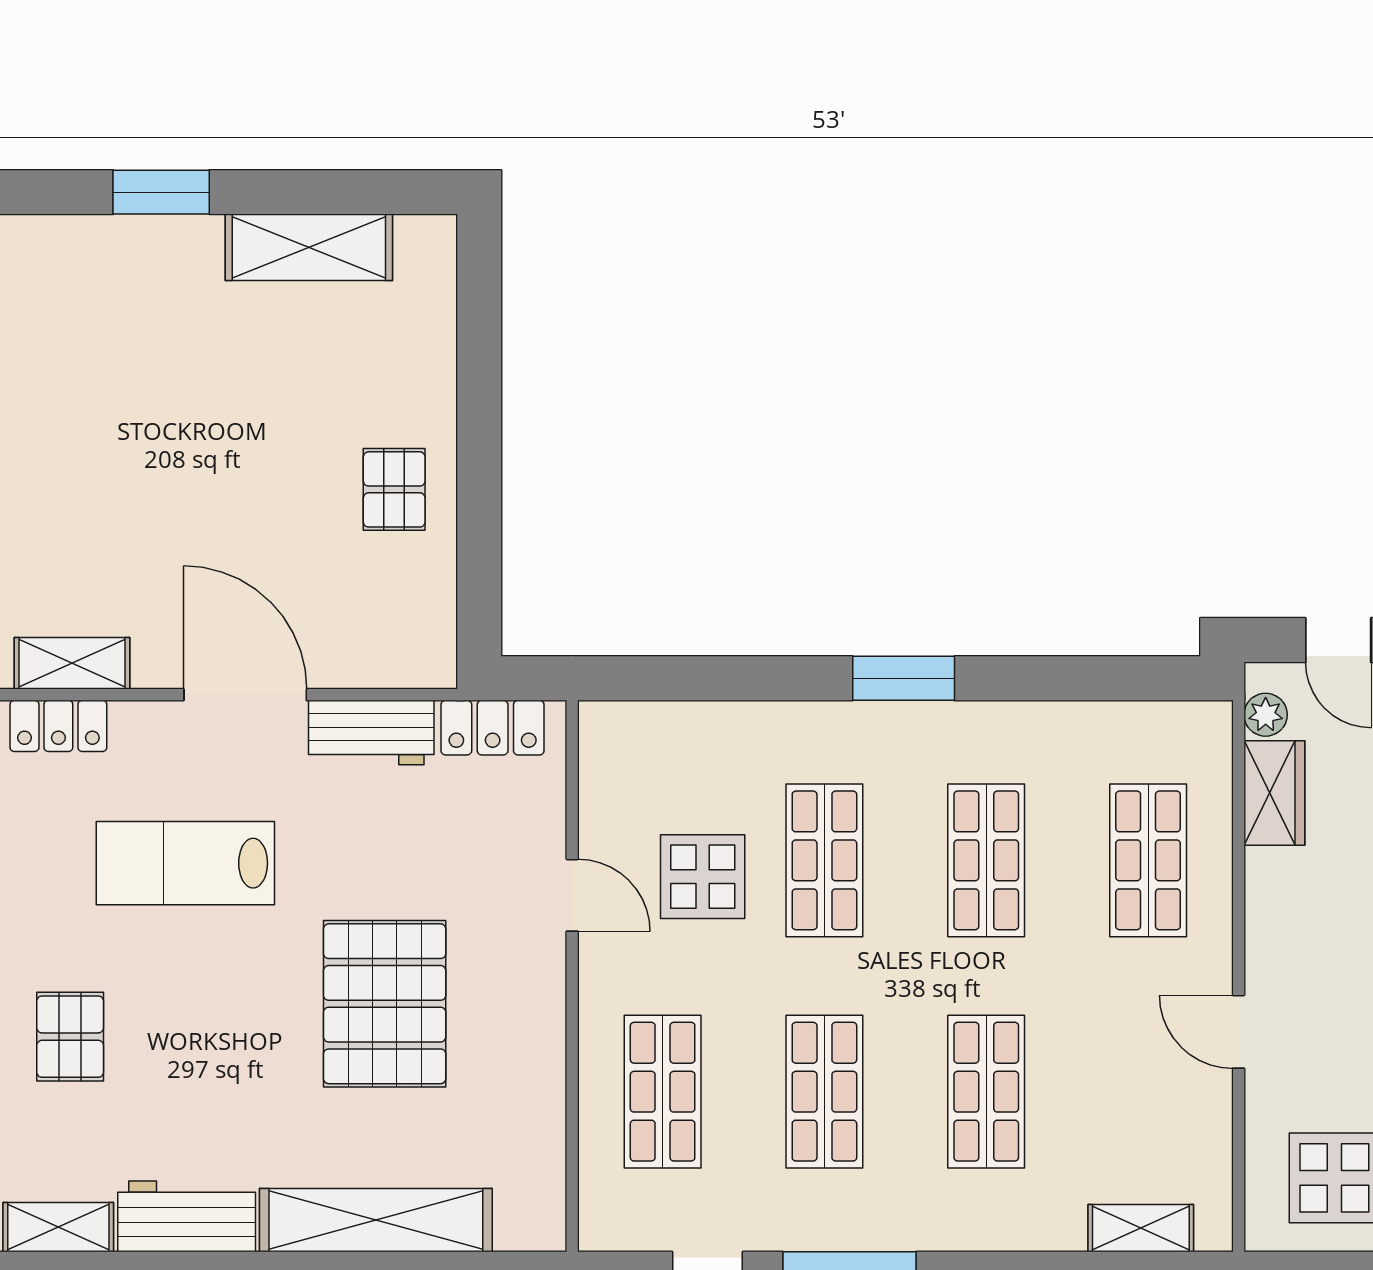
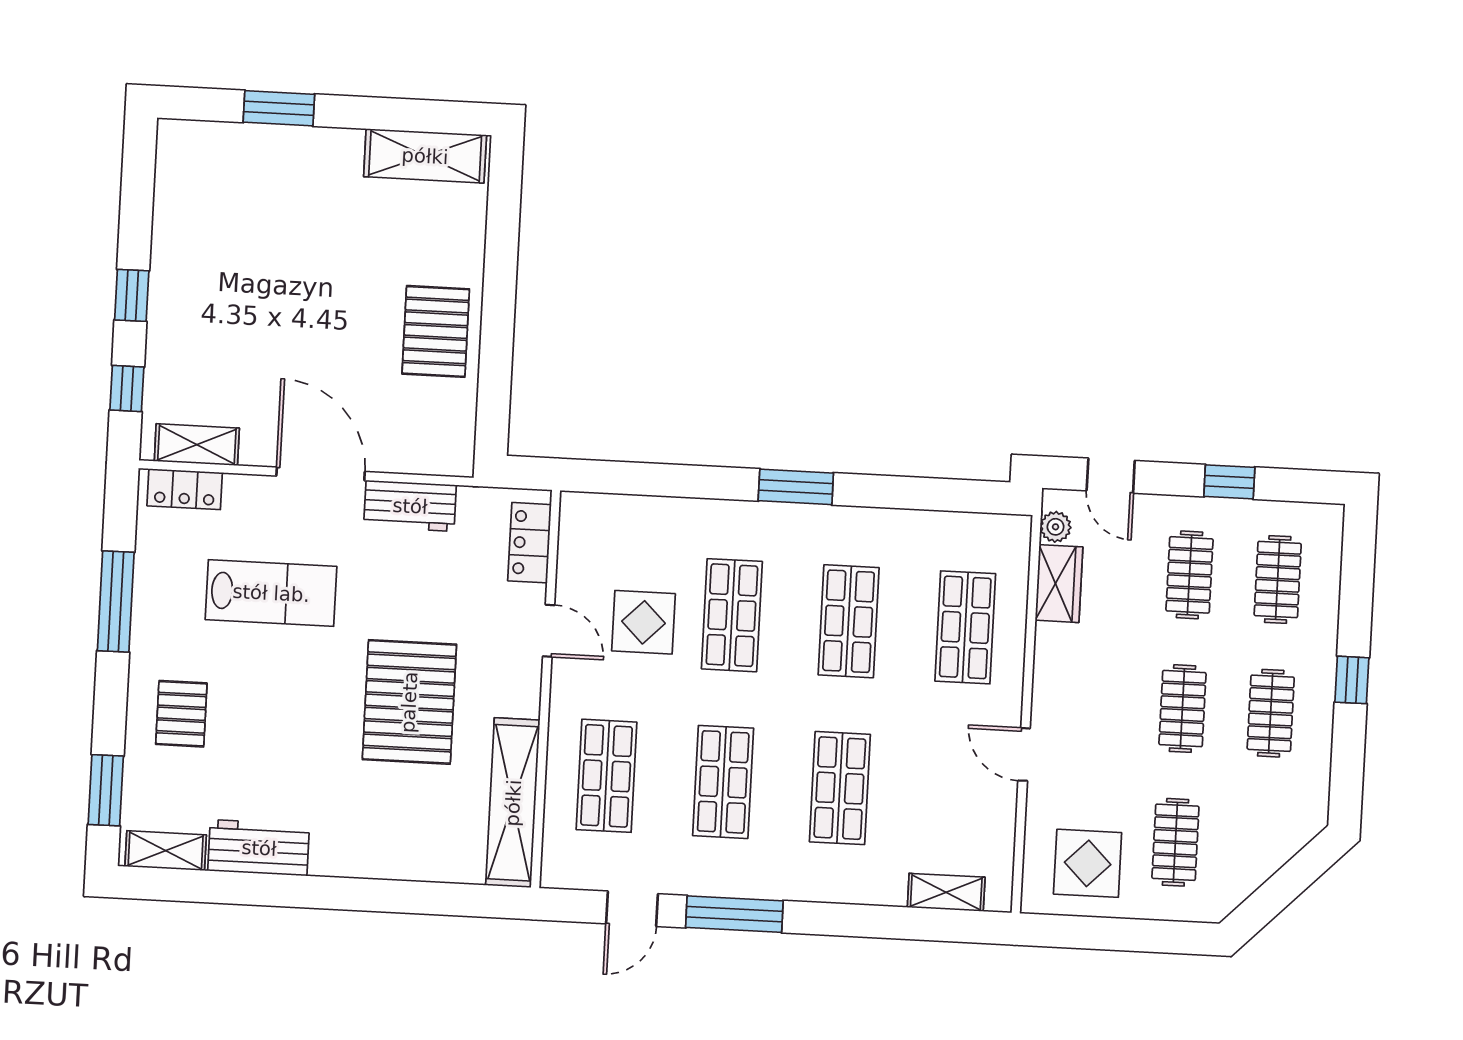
shelving: (309, 247) -> (425, 156), moved
pallet: (394, 489) -> (436, 331), width x1.50, depth x1.42
locker: (493, 728) -> (529, 543), moved, turned 90
lab bench: (185, 863) -> (271, 593), turned 180
shelving: (376, 1220) -> (513, 803), moved, turned 90

